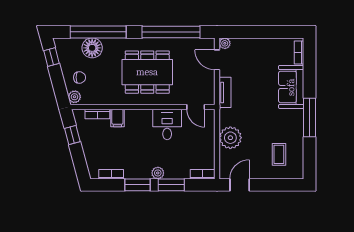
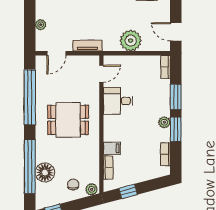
plant: (225, 43) -> (41, 25), moved
dining table: (147, 72) -> (68, 120), width x0.73
plant: (158, 173) -> (164, 122), moved

